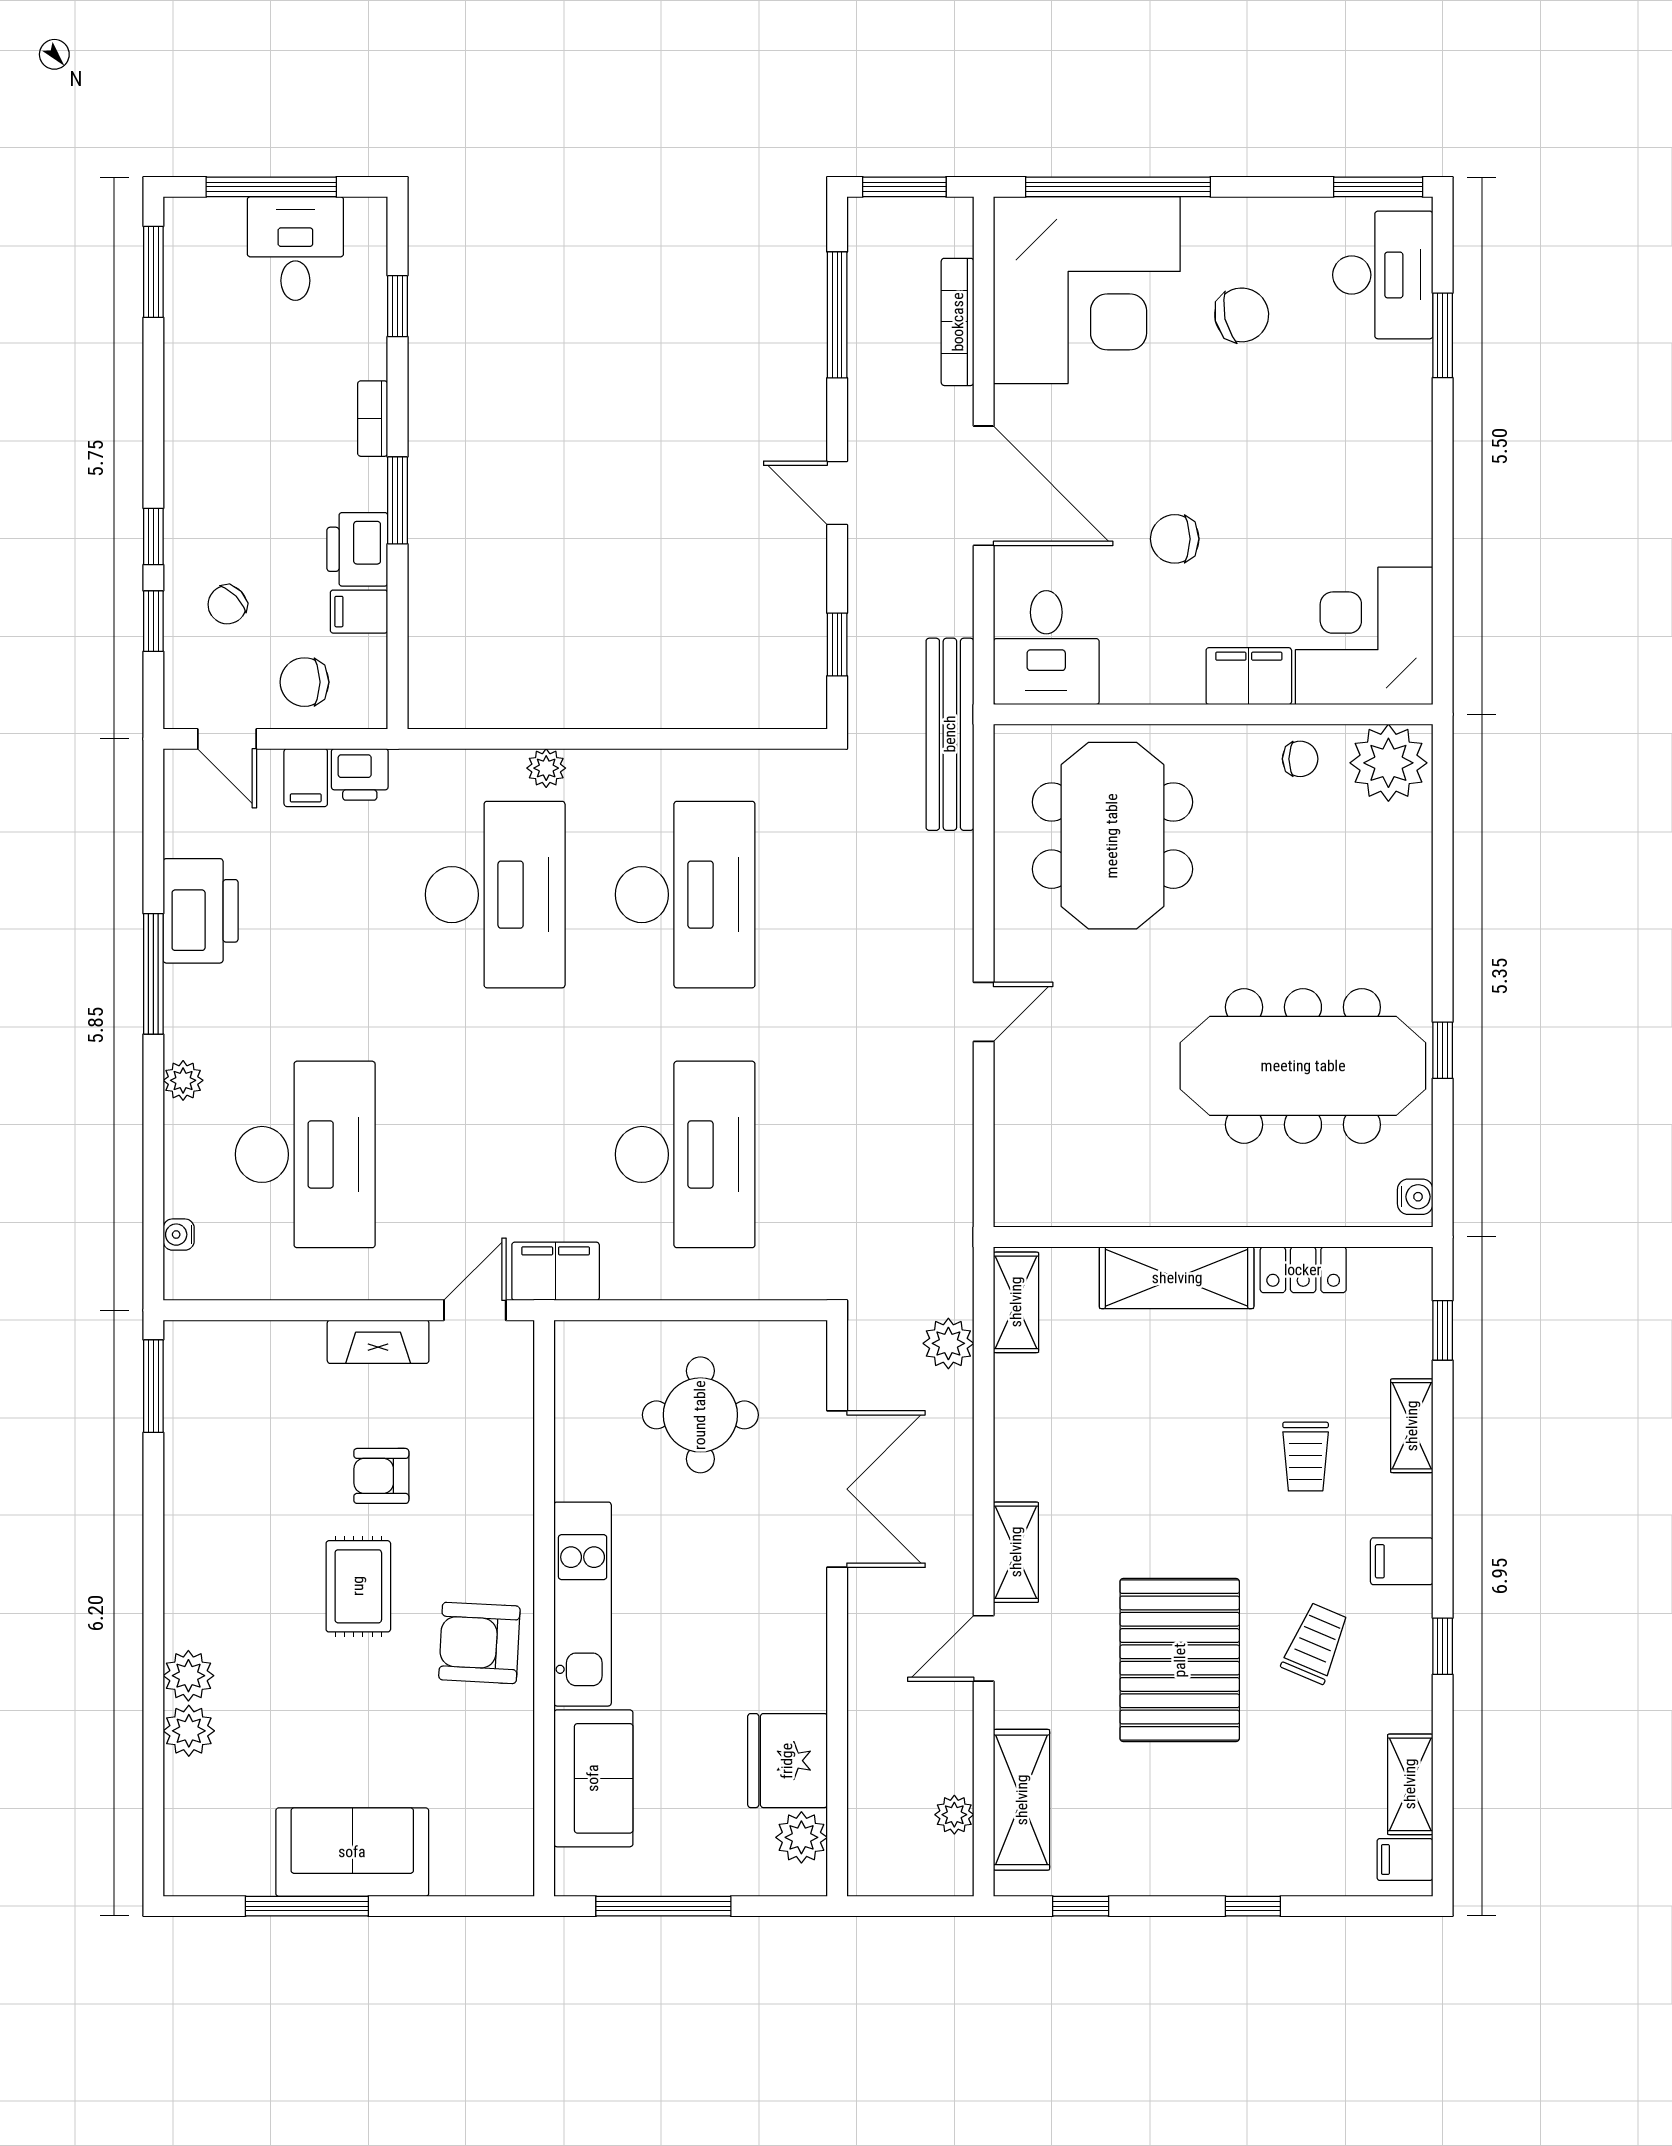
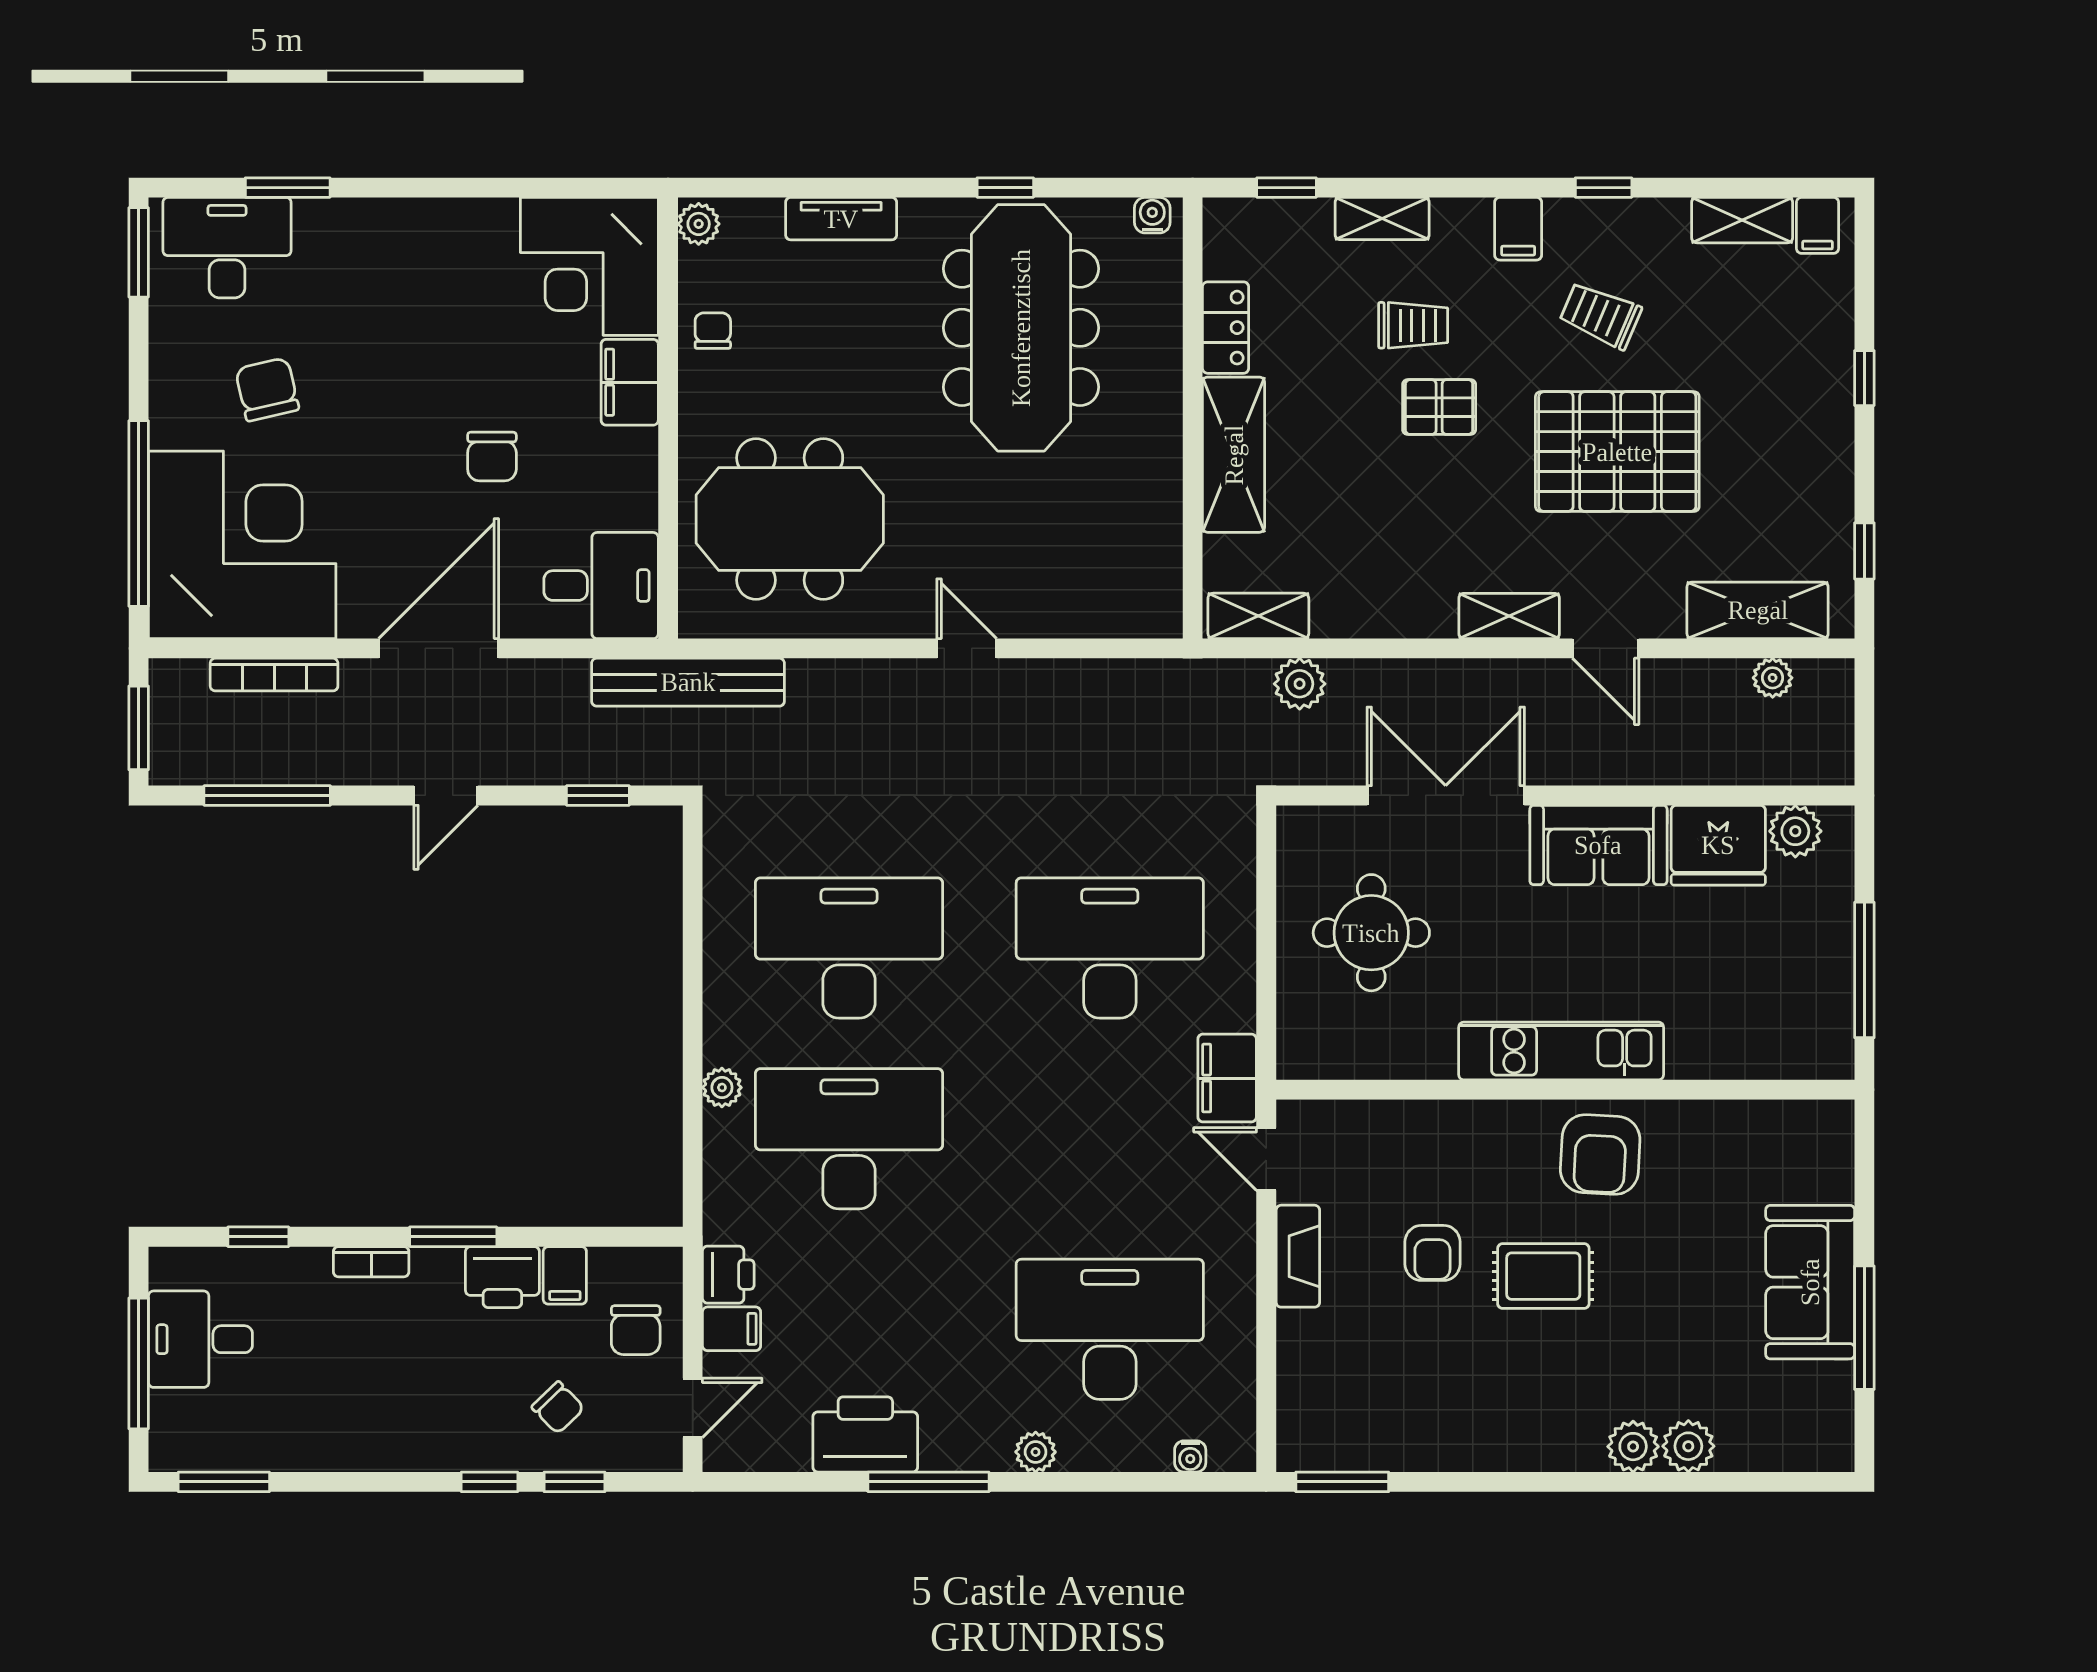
plant: (1388, 763) -> (699, 224), width x0.53, depth x0.53
tv unit: (1412, 887) -> (841, 219), added
pallet: (1224, 1482) -> (1439, 407), added
sofa: (593, 1778) -> (1598, 845), moved, turned 180

